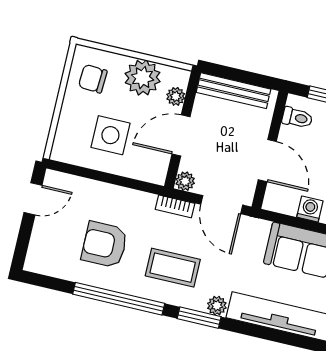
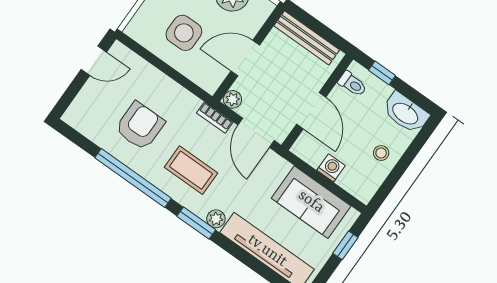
plant: (176, 96) -> (254, 22), removed
armchair: (104, 245) -> (140, 126), turned 90

